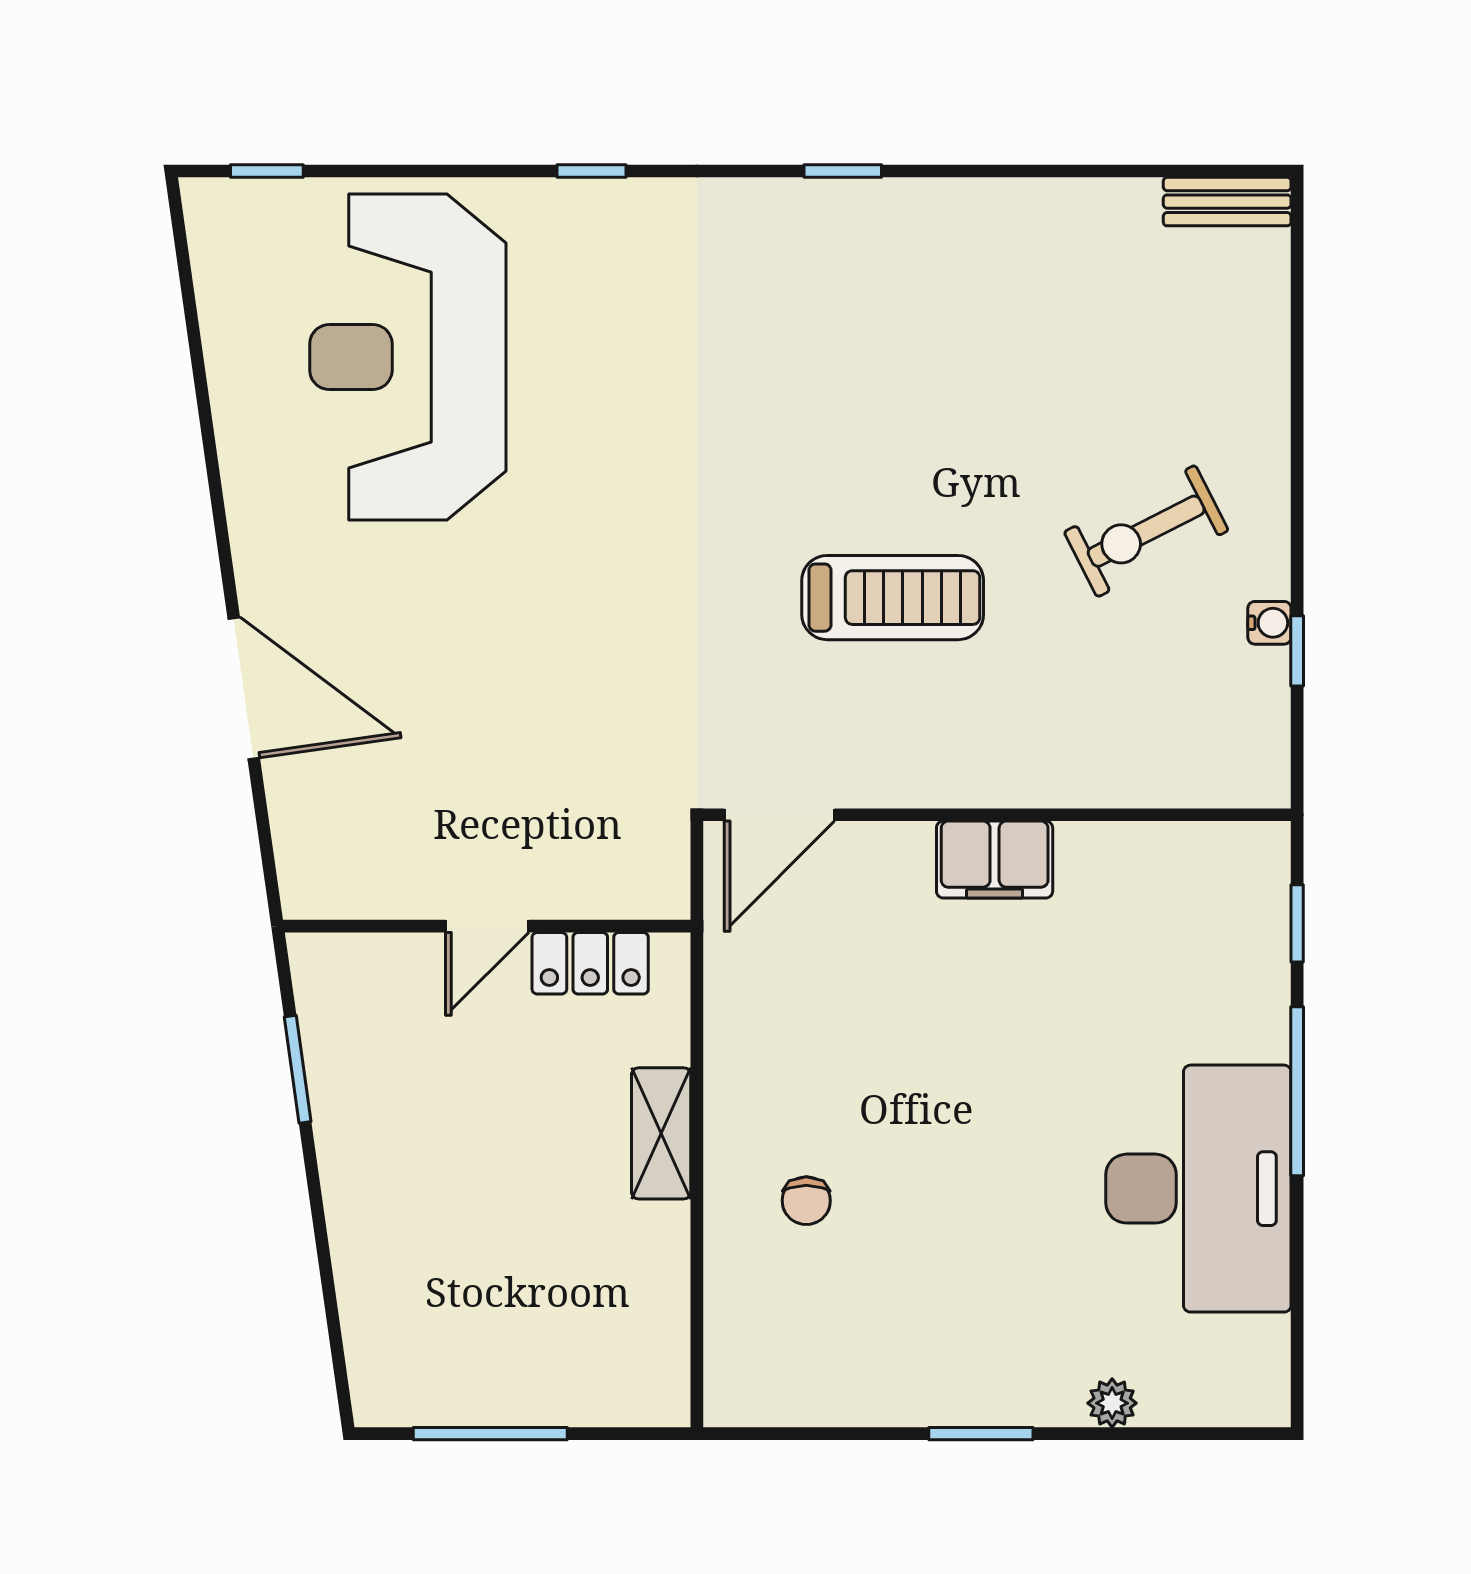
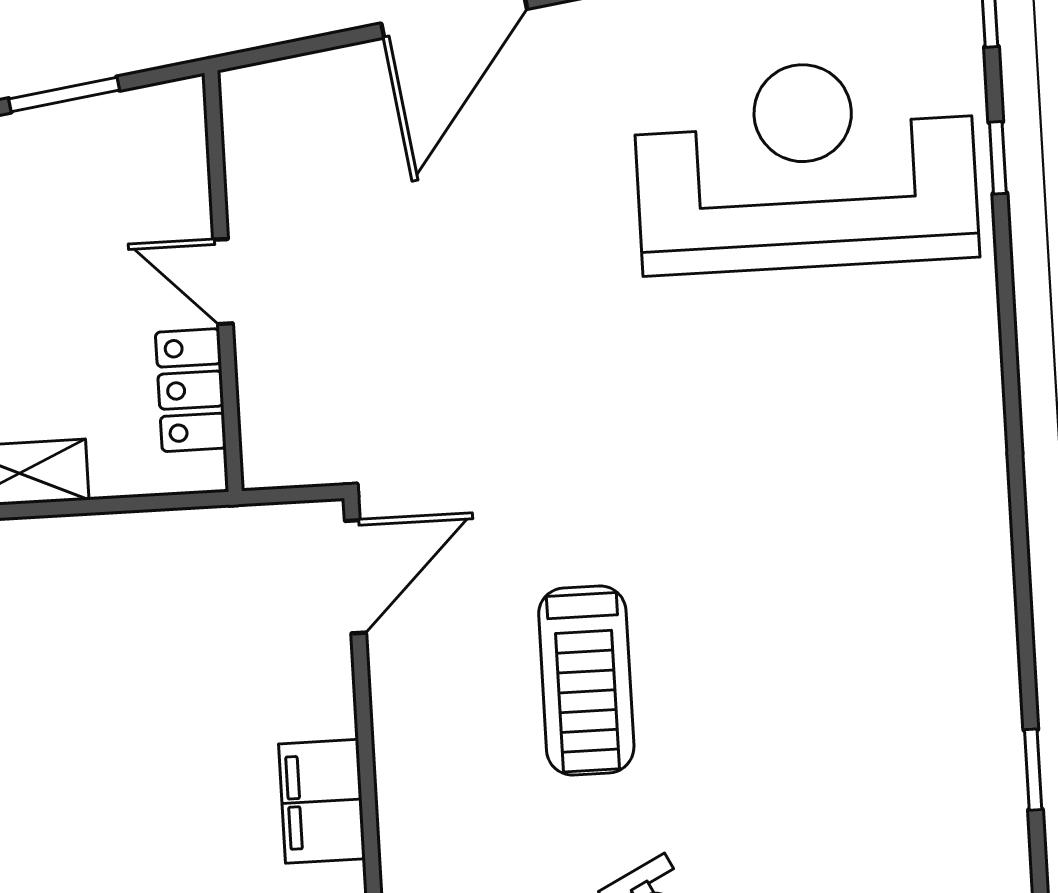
window: (591, 171) -> (998, 158), moved
window: (843, 171) -> (1033, 770), moved
door: (780, 815) -> (355, 577), swing flipped

